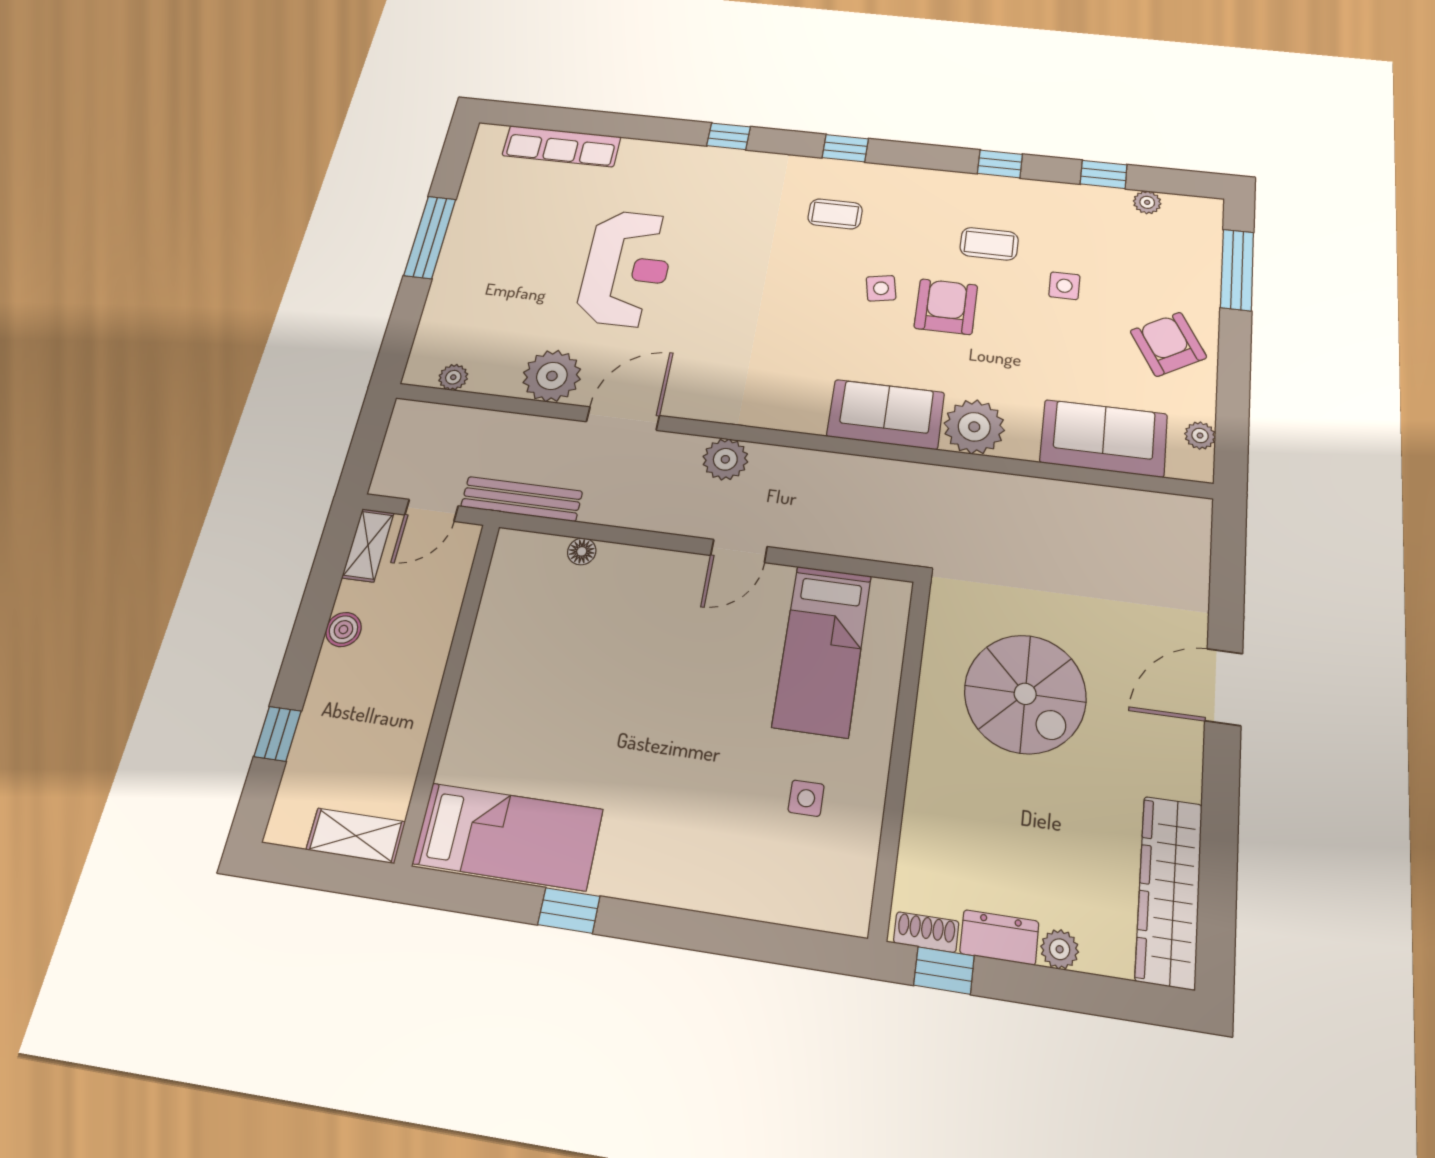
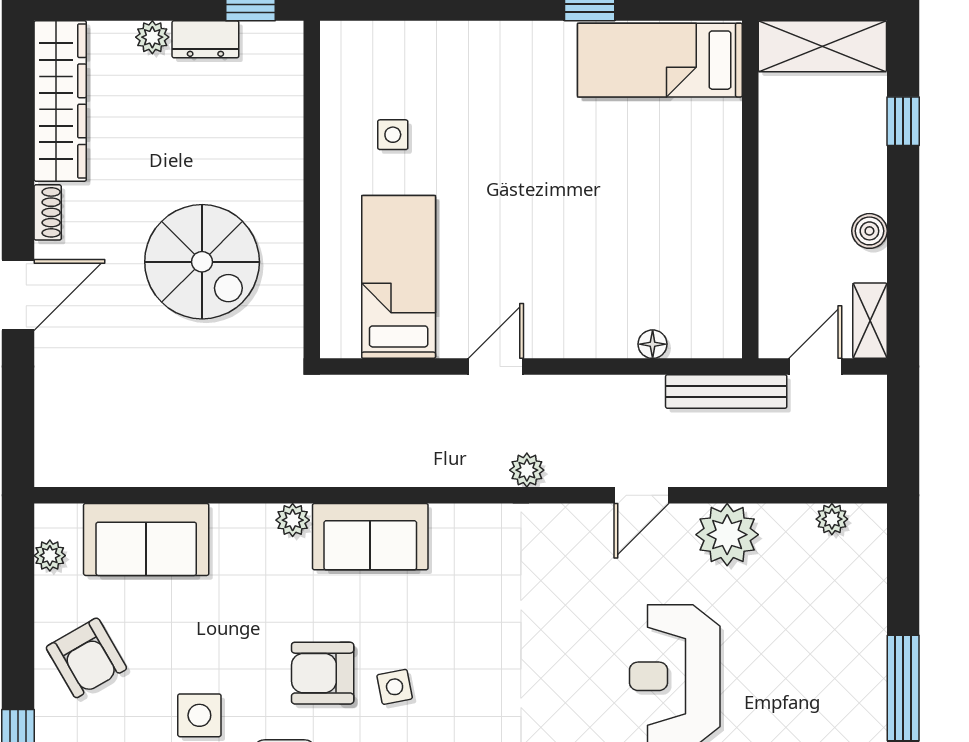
side table: (1064, 286) -> (199, 715), width x1.37, depth x1.37
armchair: (946, 307) -> (323, 673), turned 90
door: (623, 419) -> (641, 495), width x0.73
plant: (974, 427) -> (293, 520), width x0.53, depth x0.53
plant: (725, 459) -> (527, 470), width x0.73, depth x0.73
spiral stairs: (1025, 694) -> (202, 262), turned 180
shelving: (356, 836) -> (822, 46), width x1.50, depth x1.33
shoe rack: (926, 932) -> (48, 212), moved, turned -90

